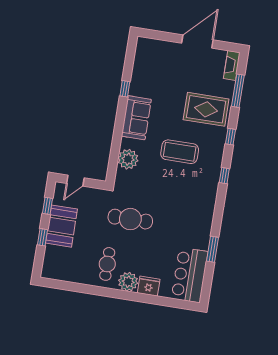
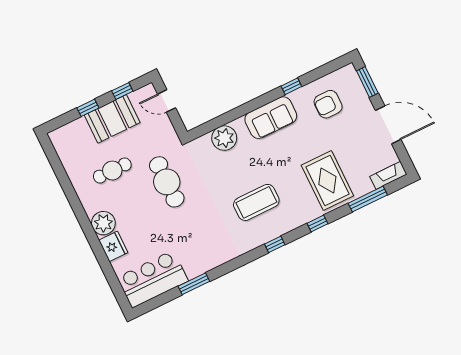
window: (158, 35) -> (367, 82), added
armchair: (155, 72) -> (328, 104), added
coffee table: (180, 152) -> (256, 202), moved, turned 90
cafe table: (107, 264) -> (112, 171), moved

